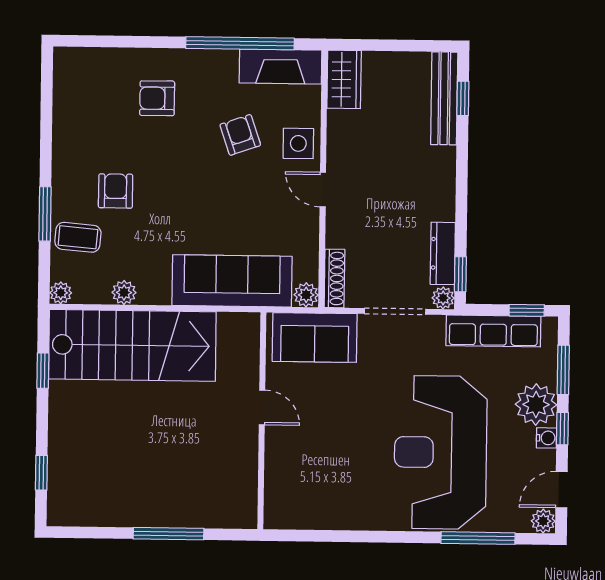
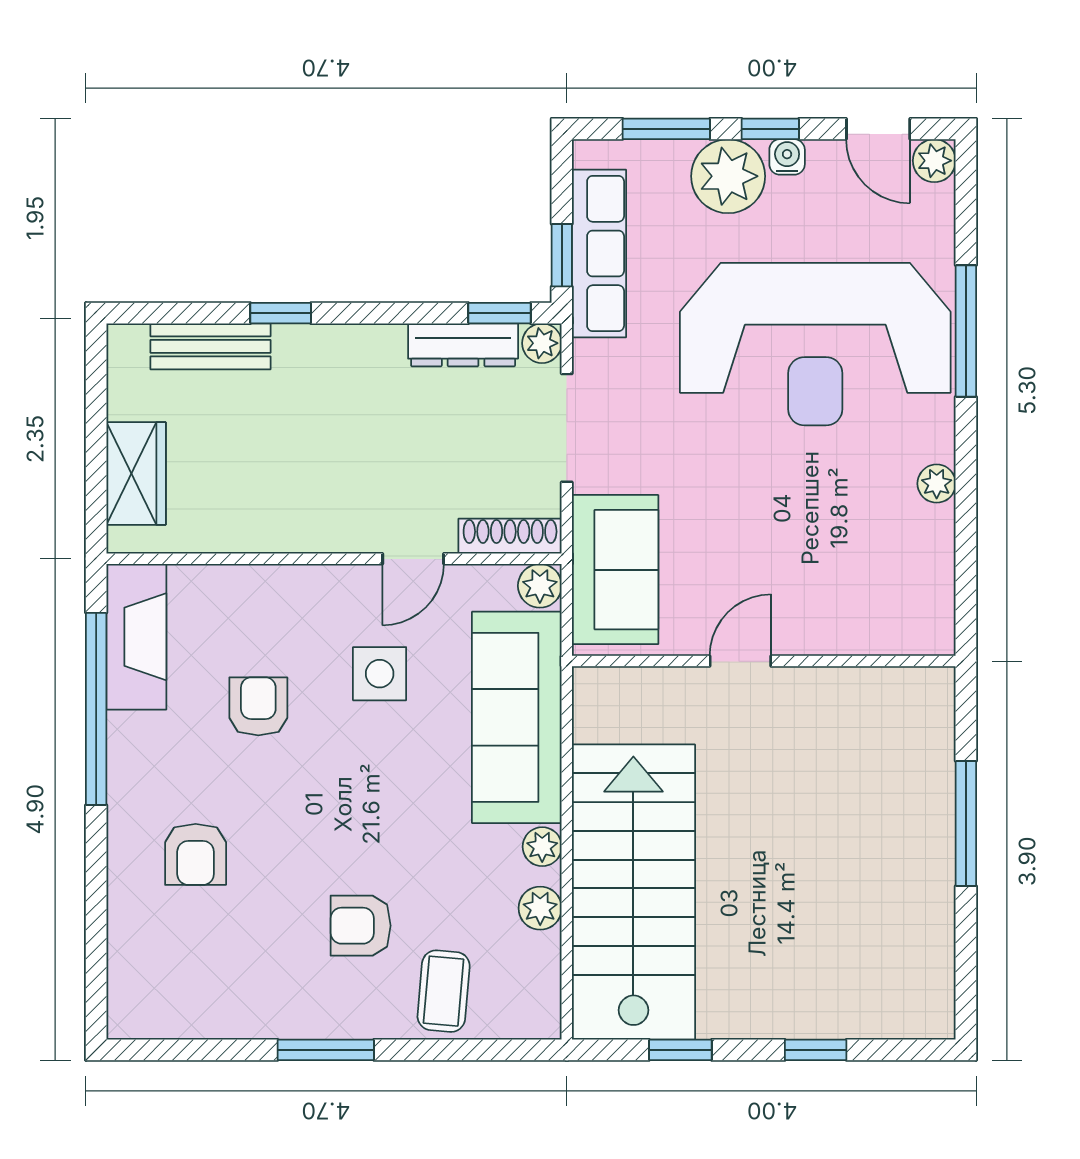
wardrobe: (344, 79) -> (136, 474), moved, turned 90
bench: (444, 98) -> (210, 346), width x0.73
window: (463, 98) -> (281, 313), moved
armchair: (240, 135) -> (258, 706), turned 109
side table: (298, 143) -> (380, 674), moved
door: (323, 189) -> (413, 559), moved
window: (45, 214) -> (326, 1050), moved
plant: (61, 293) -> (542, 847), moved
window: (527, 310) -> (562, 255), moved
window: (41, 473) -> (816, 1050), moved
plant: (361, 520) -> (937, 484), added
window: (478, 538) -> (966, 331), moved

